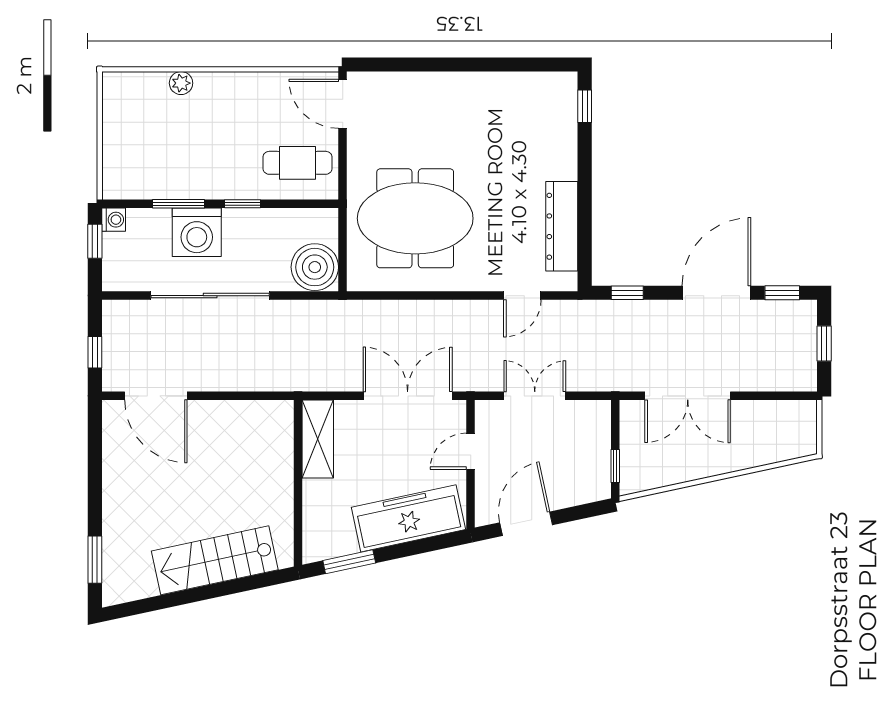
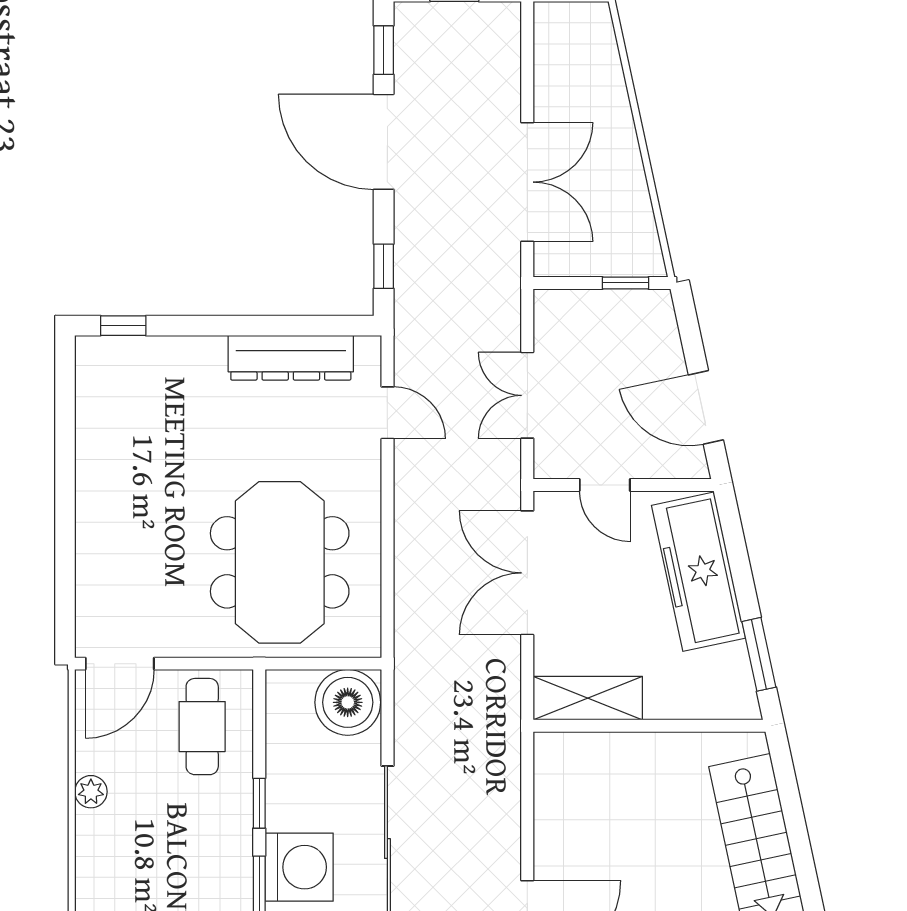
plant: (181, 83) -> (91, 792), moved

